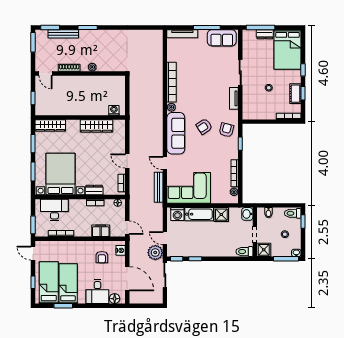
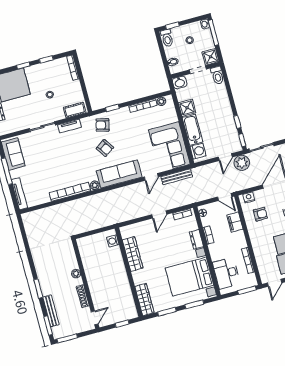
cot: (295, 94) -> (75, 110), moved
door: (127, 228) -> (225, 197), swing flipped

